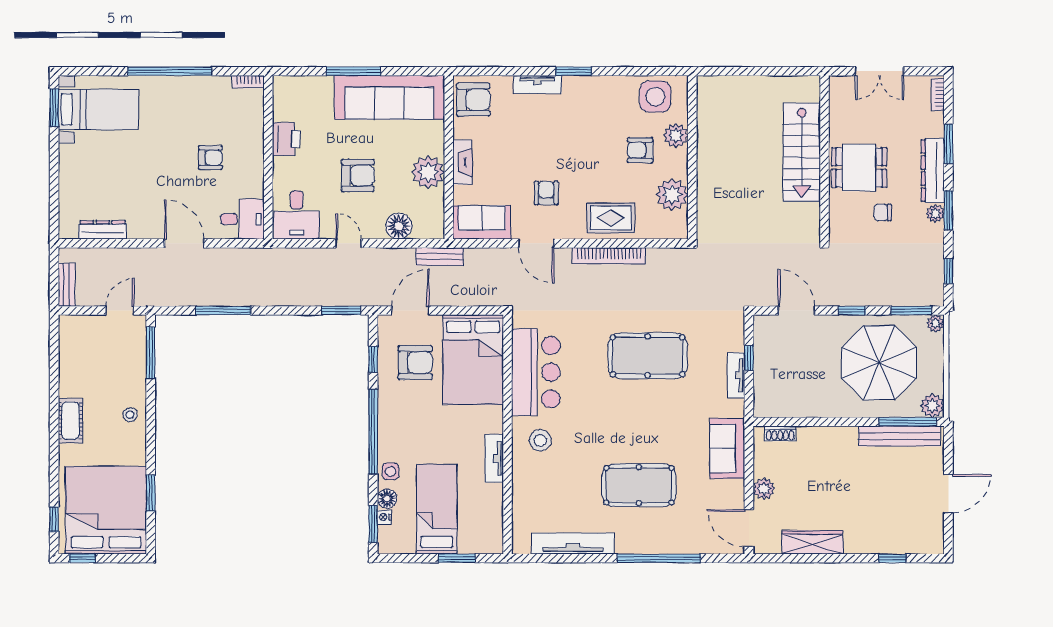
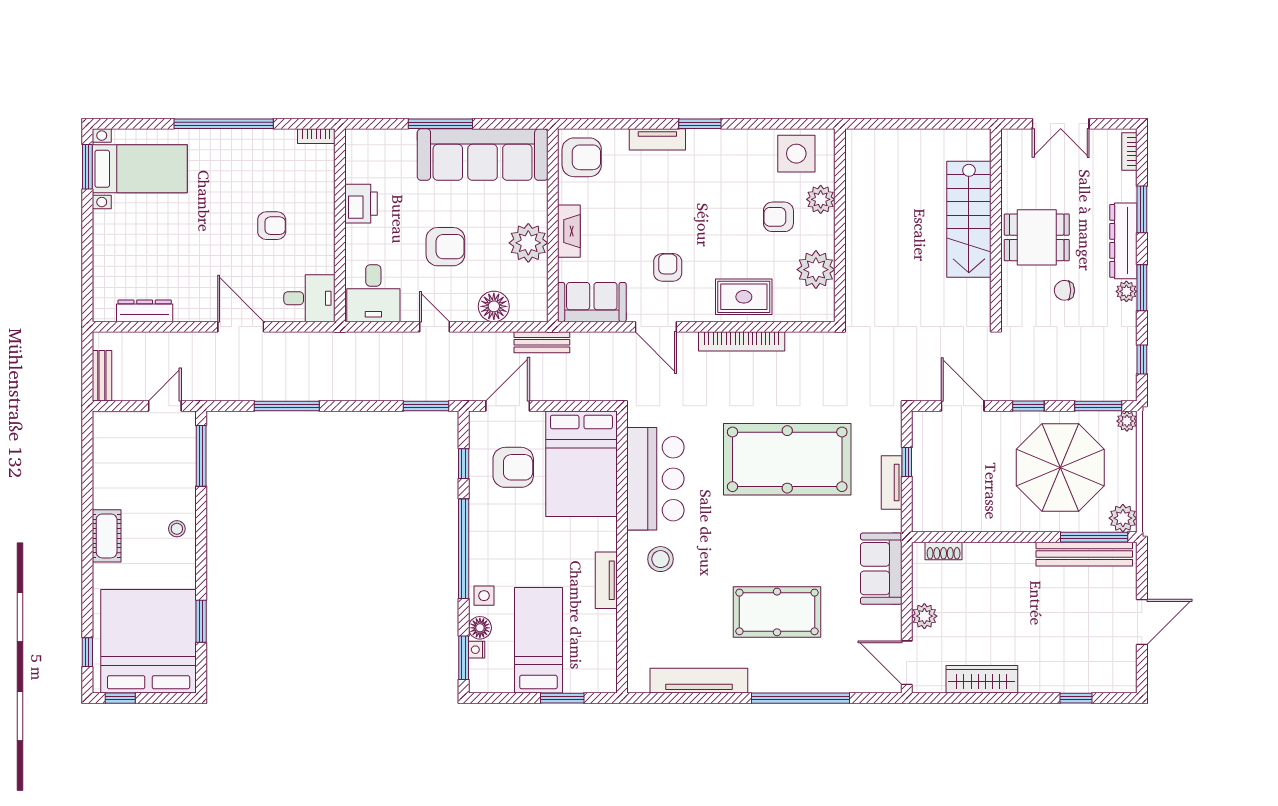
pool table: (648, 356) -> (787, 459), width x1.36, depth x1.32

